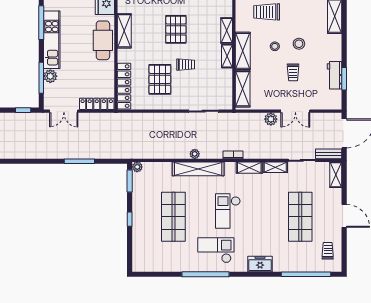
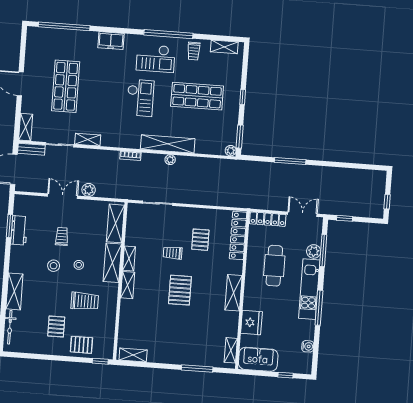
cafe table: (103, 40) -> (274, 266), moved
pallet: (160, 79) -> (200, 240), width x0.67, depth x0.71
shelving: (249, 168) -> (224, 47), moved
shop shelf: (173, 217) -> (197, 96), turned 90
trolley: (328, 251) -> (194, 51), moved

